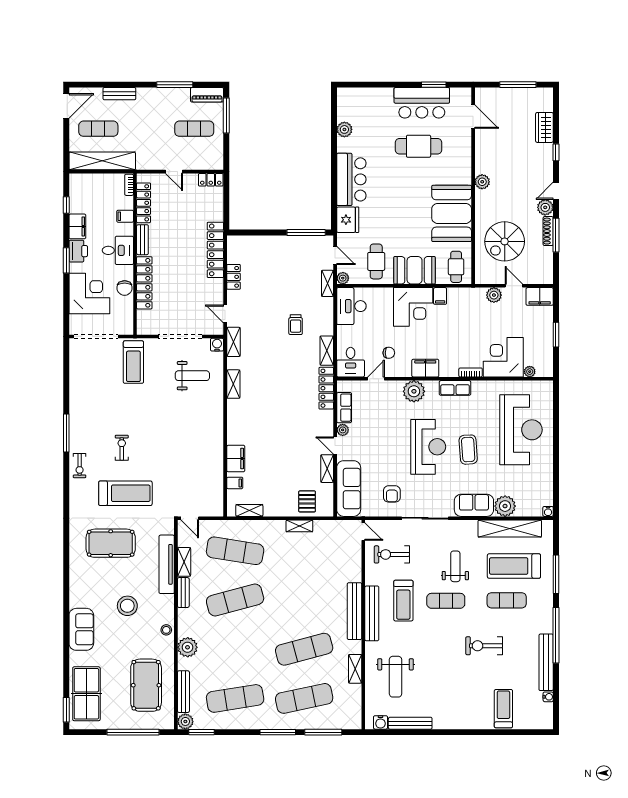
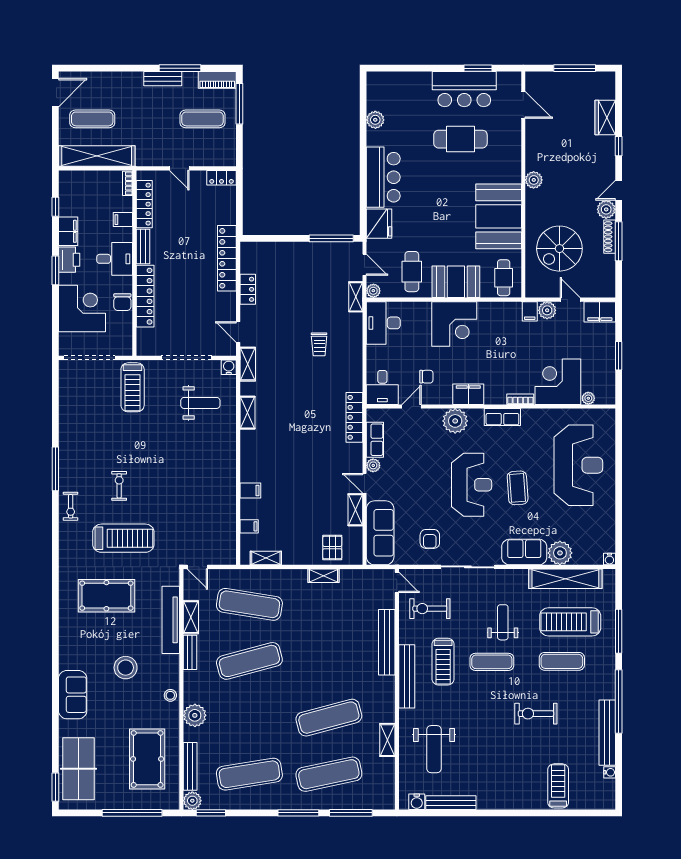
bench: (119, 94) -> (163, 79), moved
filing cabinet: (440, 296) -> (530, 311), moved
shelving: (327, 351) -> (355, 374), removed
filing cabinet: (236, 459) -> (250, 491), width x0.50
bench: (354, 611) -> (387, 642), moved

